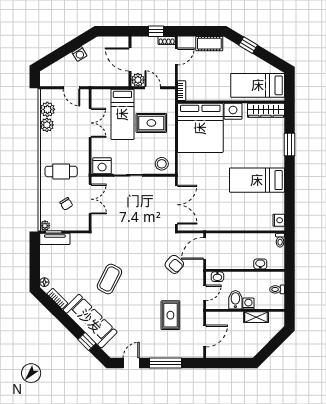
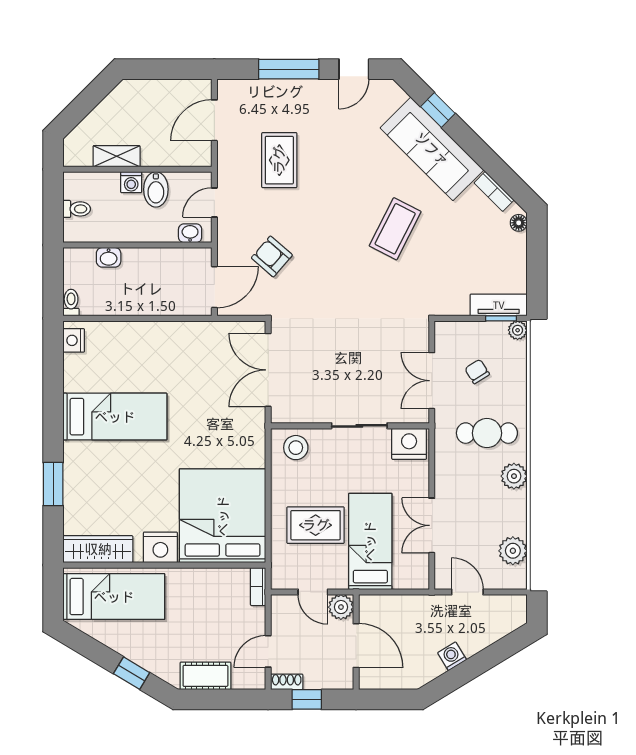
plant: (47, 125) -> (514, 476), moved

